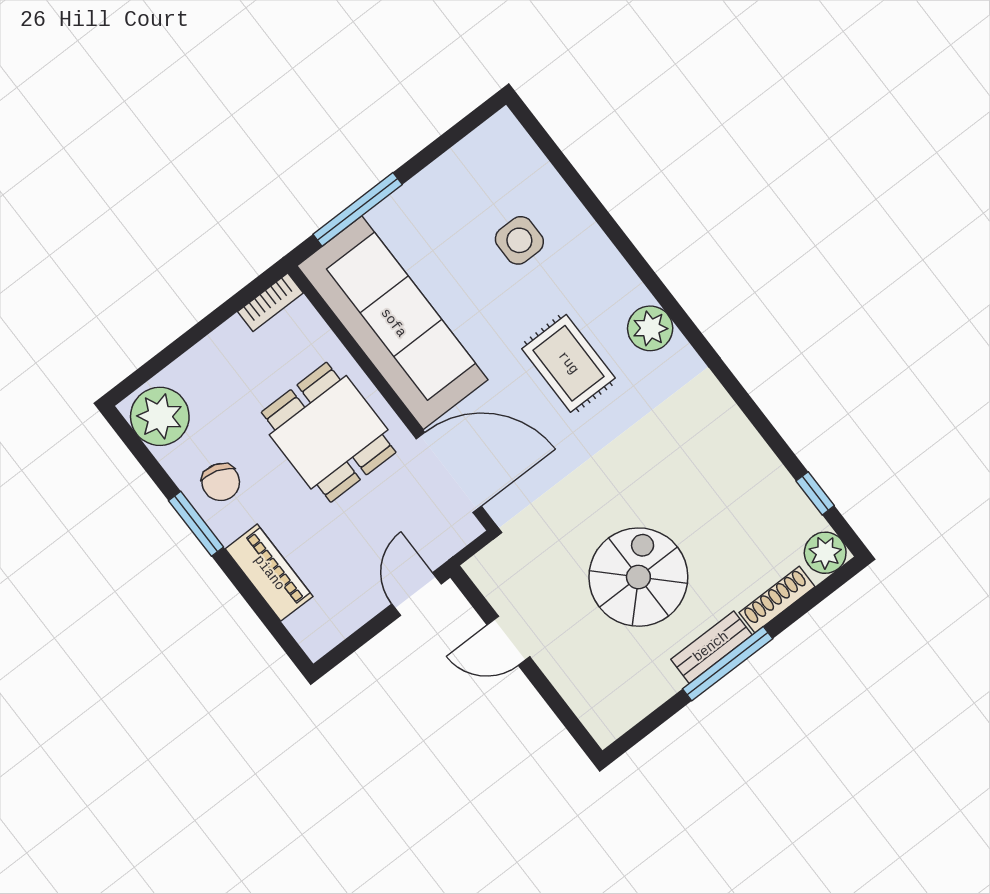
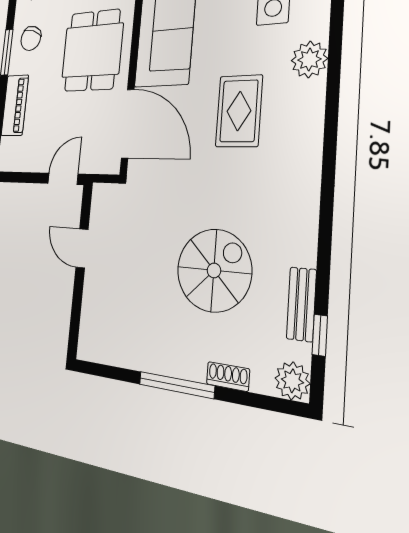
plant: (650, 328) -> (309, 60), moved
spiral stairs: (638, 577) -> (214, 270), moved
shoe rack: (777, 600) -> (228, 376), width x0.70
bench: (711, 647) -> (301, 304), moved, turned 90

